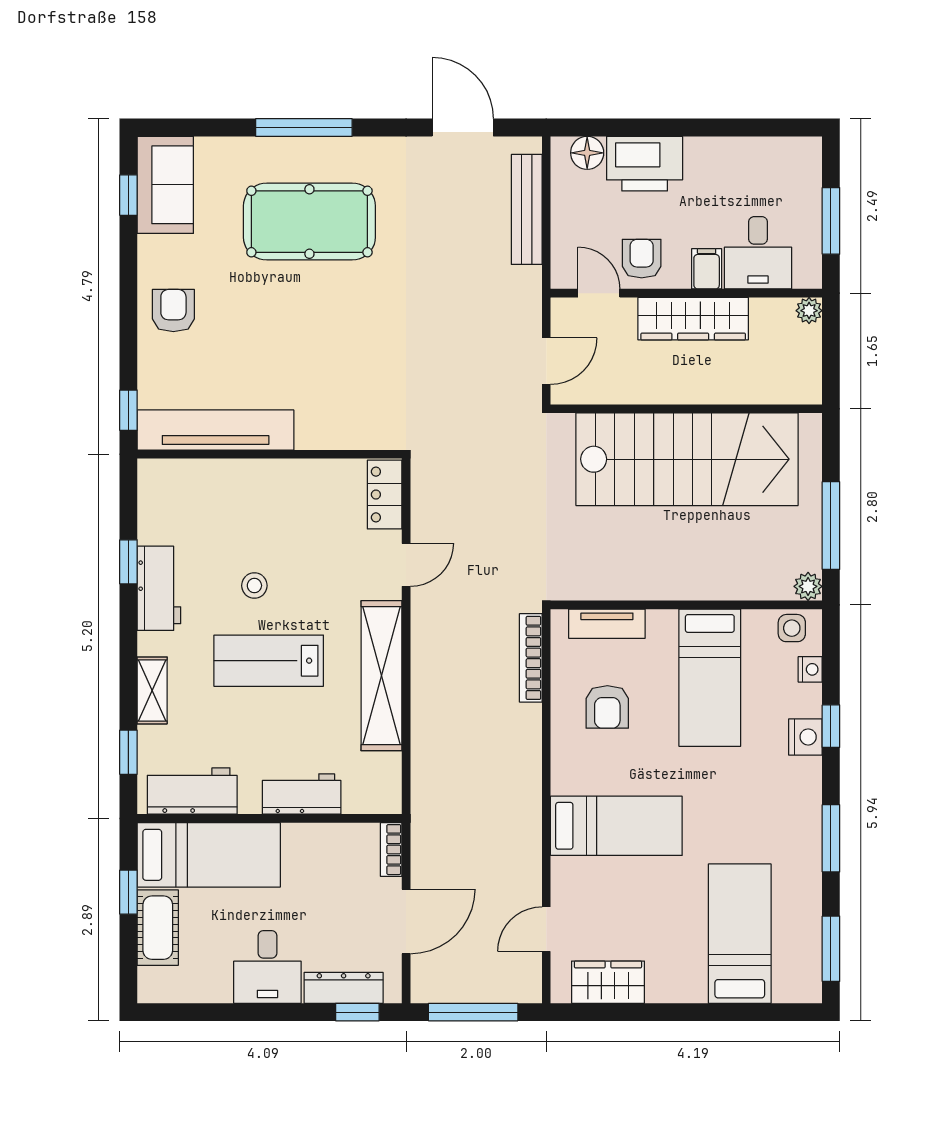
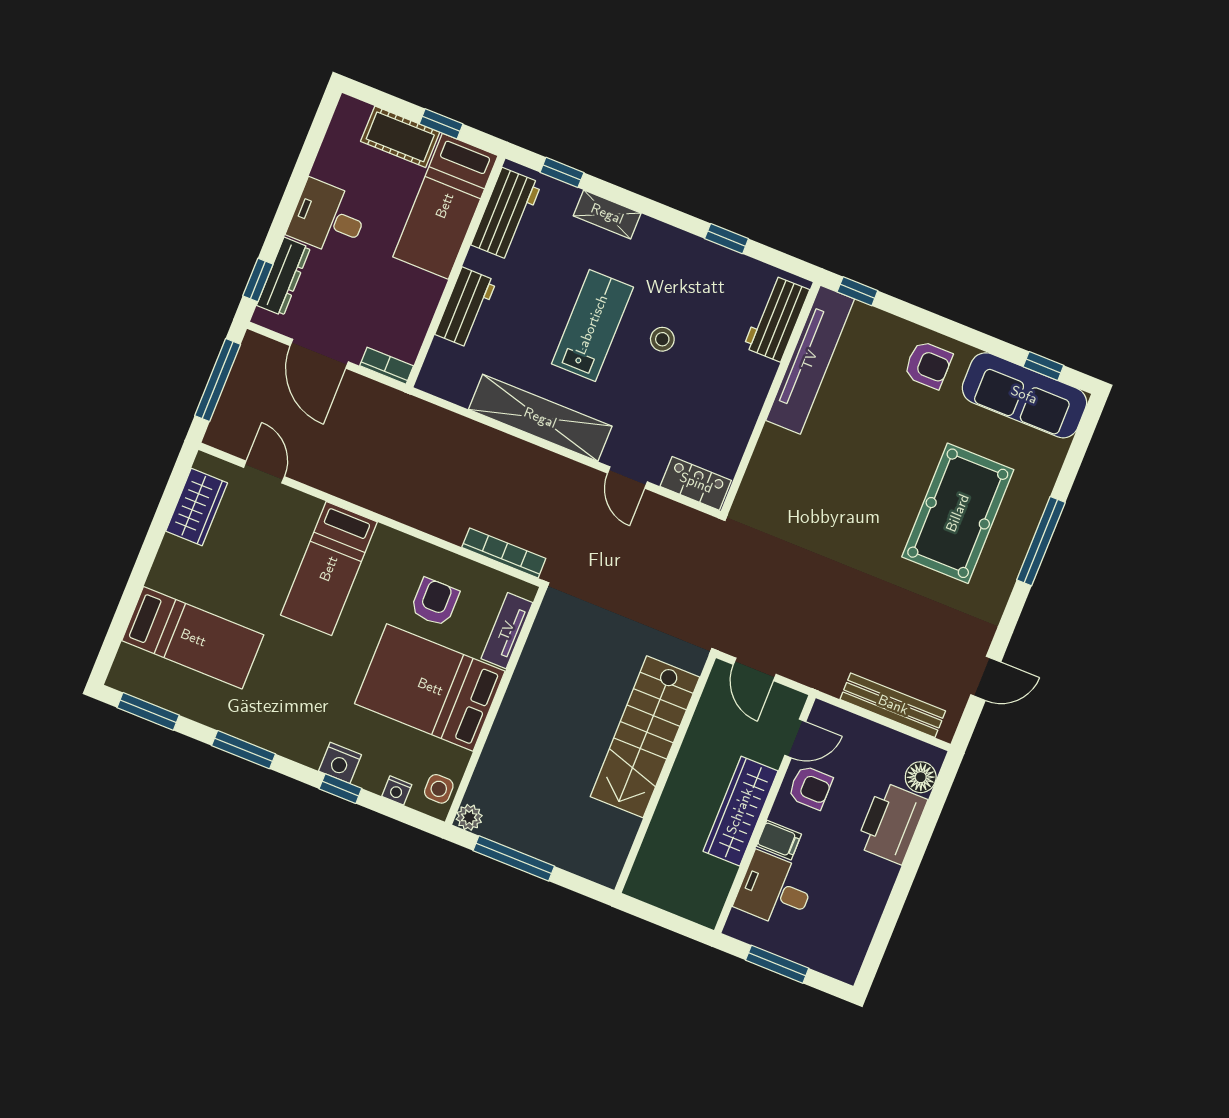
door: (463, 128) -> (986, 678), width x0.73
sofa: (165, 185) -> (1024, 395), width x1.36
plant: (809, 311) -> (707, 914), removed
stairs: (687, 459) -> (645, 737), width x0.73, depth x0.66
workbench: (159, 588) -> (776, 319), moved, turned 90
bed: (710, 678) -> (430, 687), width x1.50
armchair: (607, 707) -> (435, 602), turned 90

